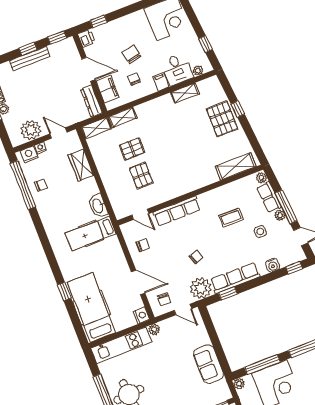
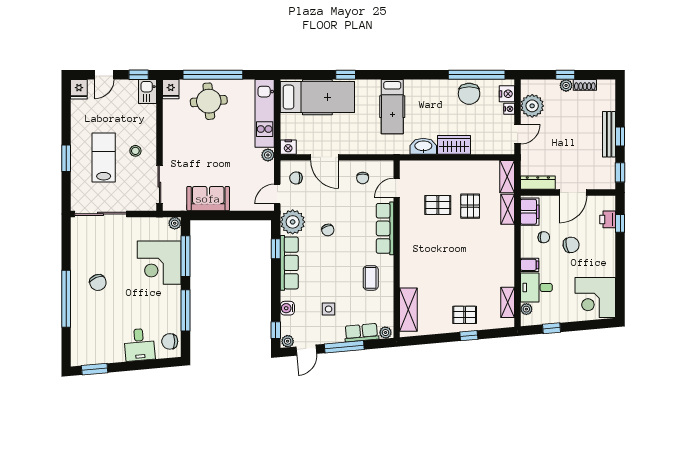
printer: (86, 38) -> (608, 219), moved, turned 90
filing cabinet: (108, 89) -> (530, 212), moved, turned -90
shelving: (185, 93) -> (508, 302), moved
pallet: (222, 119) -> (465, 315), width x0.67, depth x0.71
wardrobe: (81, 165) -> (454, 145), moved
chair: (41, 185) -> (469, 94), width x1.87, depth x1.87
plant: (280, 215) -> (288, 341), moved
coffee table: (231, 218) -> (371, 278), moved
hospital bed: (91, 234) -> (392, 107), moved, turned 180
door: (138, 282) -> (325, 157), hinge flipped

